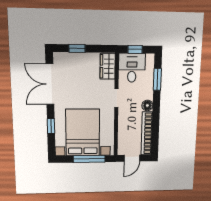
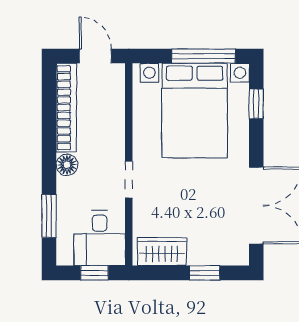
wardrobe: (108, 66) -> (162, 252), moved, turned -90
window: (51, 126) -> (256, 104), moved
door: (132, 158) -> (95, 56), hinge flipped
window: (89, 159) -> (204, 56), moved

